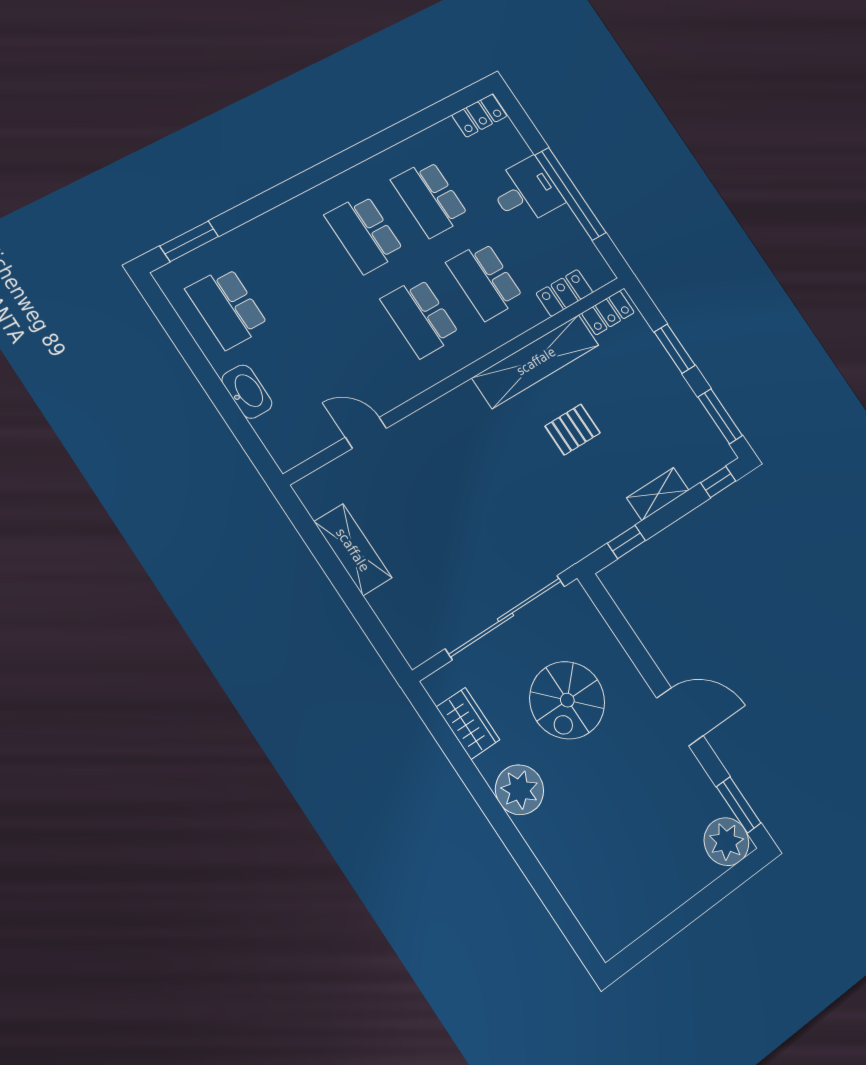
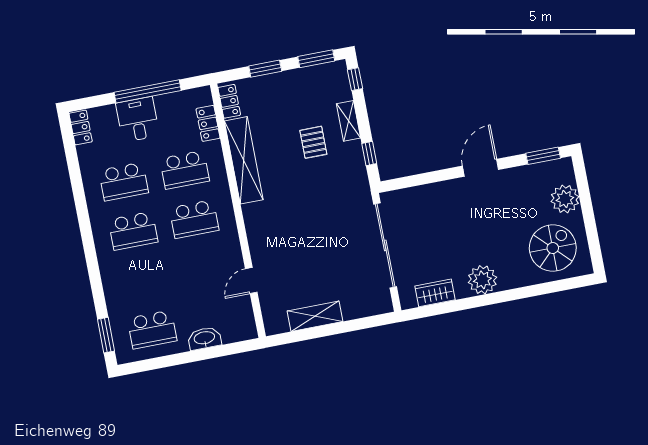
pallet: (573, 430) -> (313, 142), moved
spiral stairs: (567, 700) -> (553, 248), moved, turned -90
plant: (726, 842) -> (565, 199), moved

